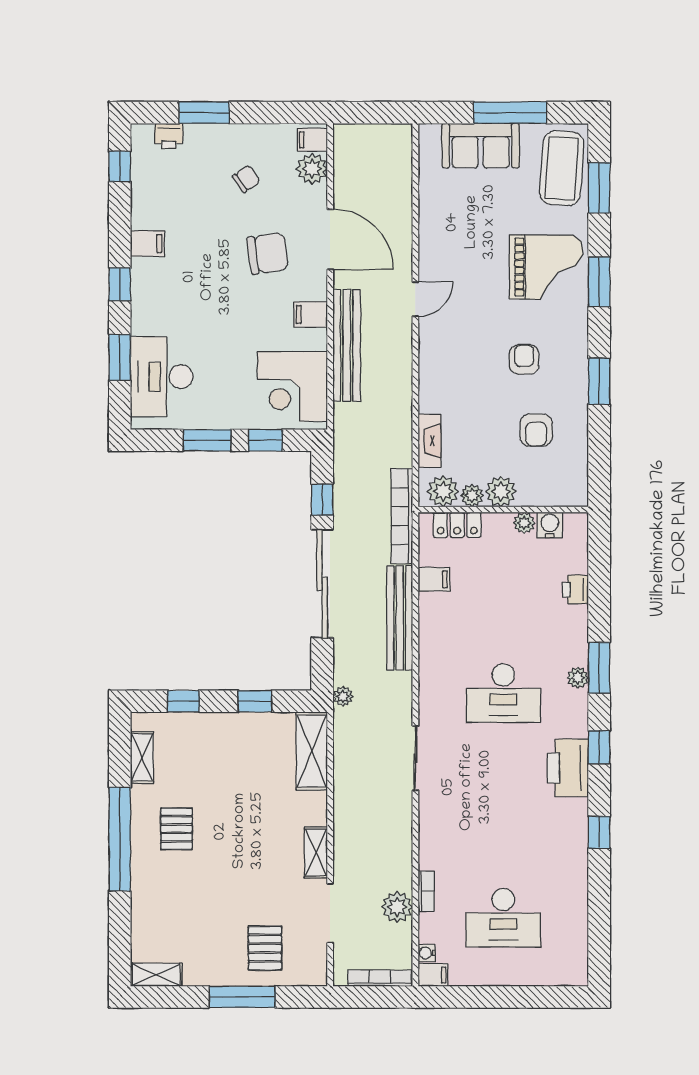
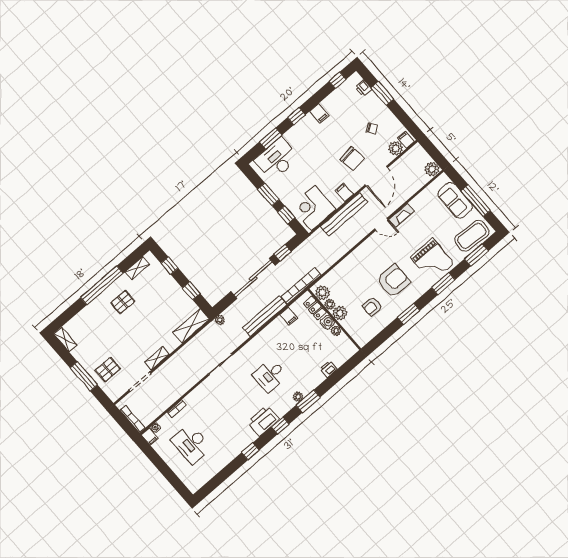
armchair: (524, 359) -> (393, 281), width x1.88, depth x1.88
fireplace: (429, 441) -> (402, 215), moved
water cooler: (550, 525) -> (327, 322), moved
desk: (503, 693) -> (270, 375), width x0.73
plant: (397, 907) -> (432, 169), moved

